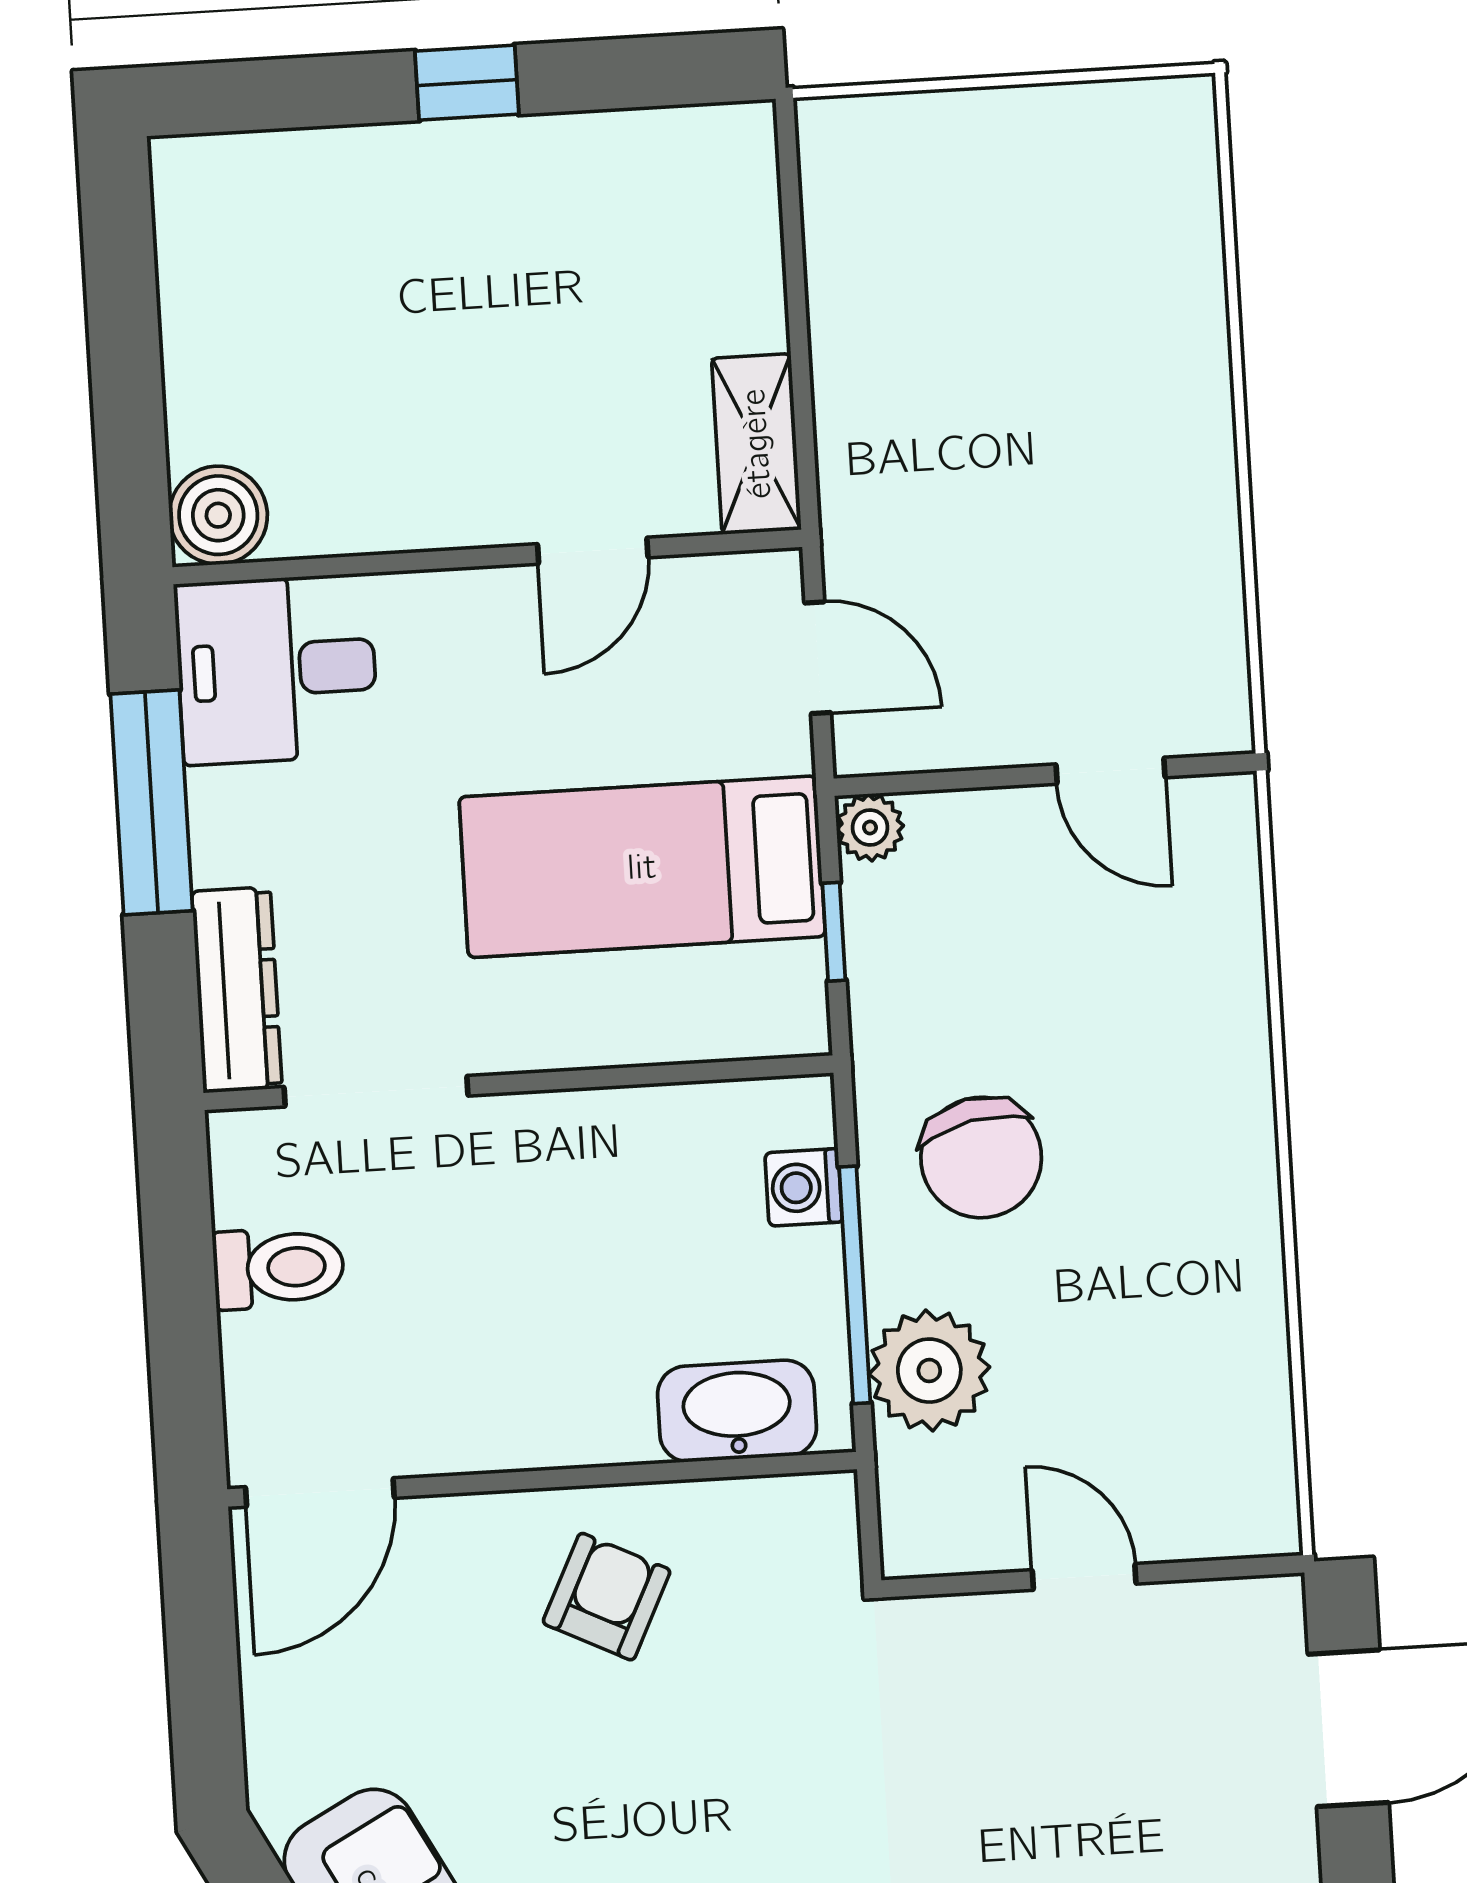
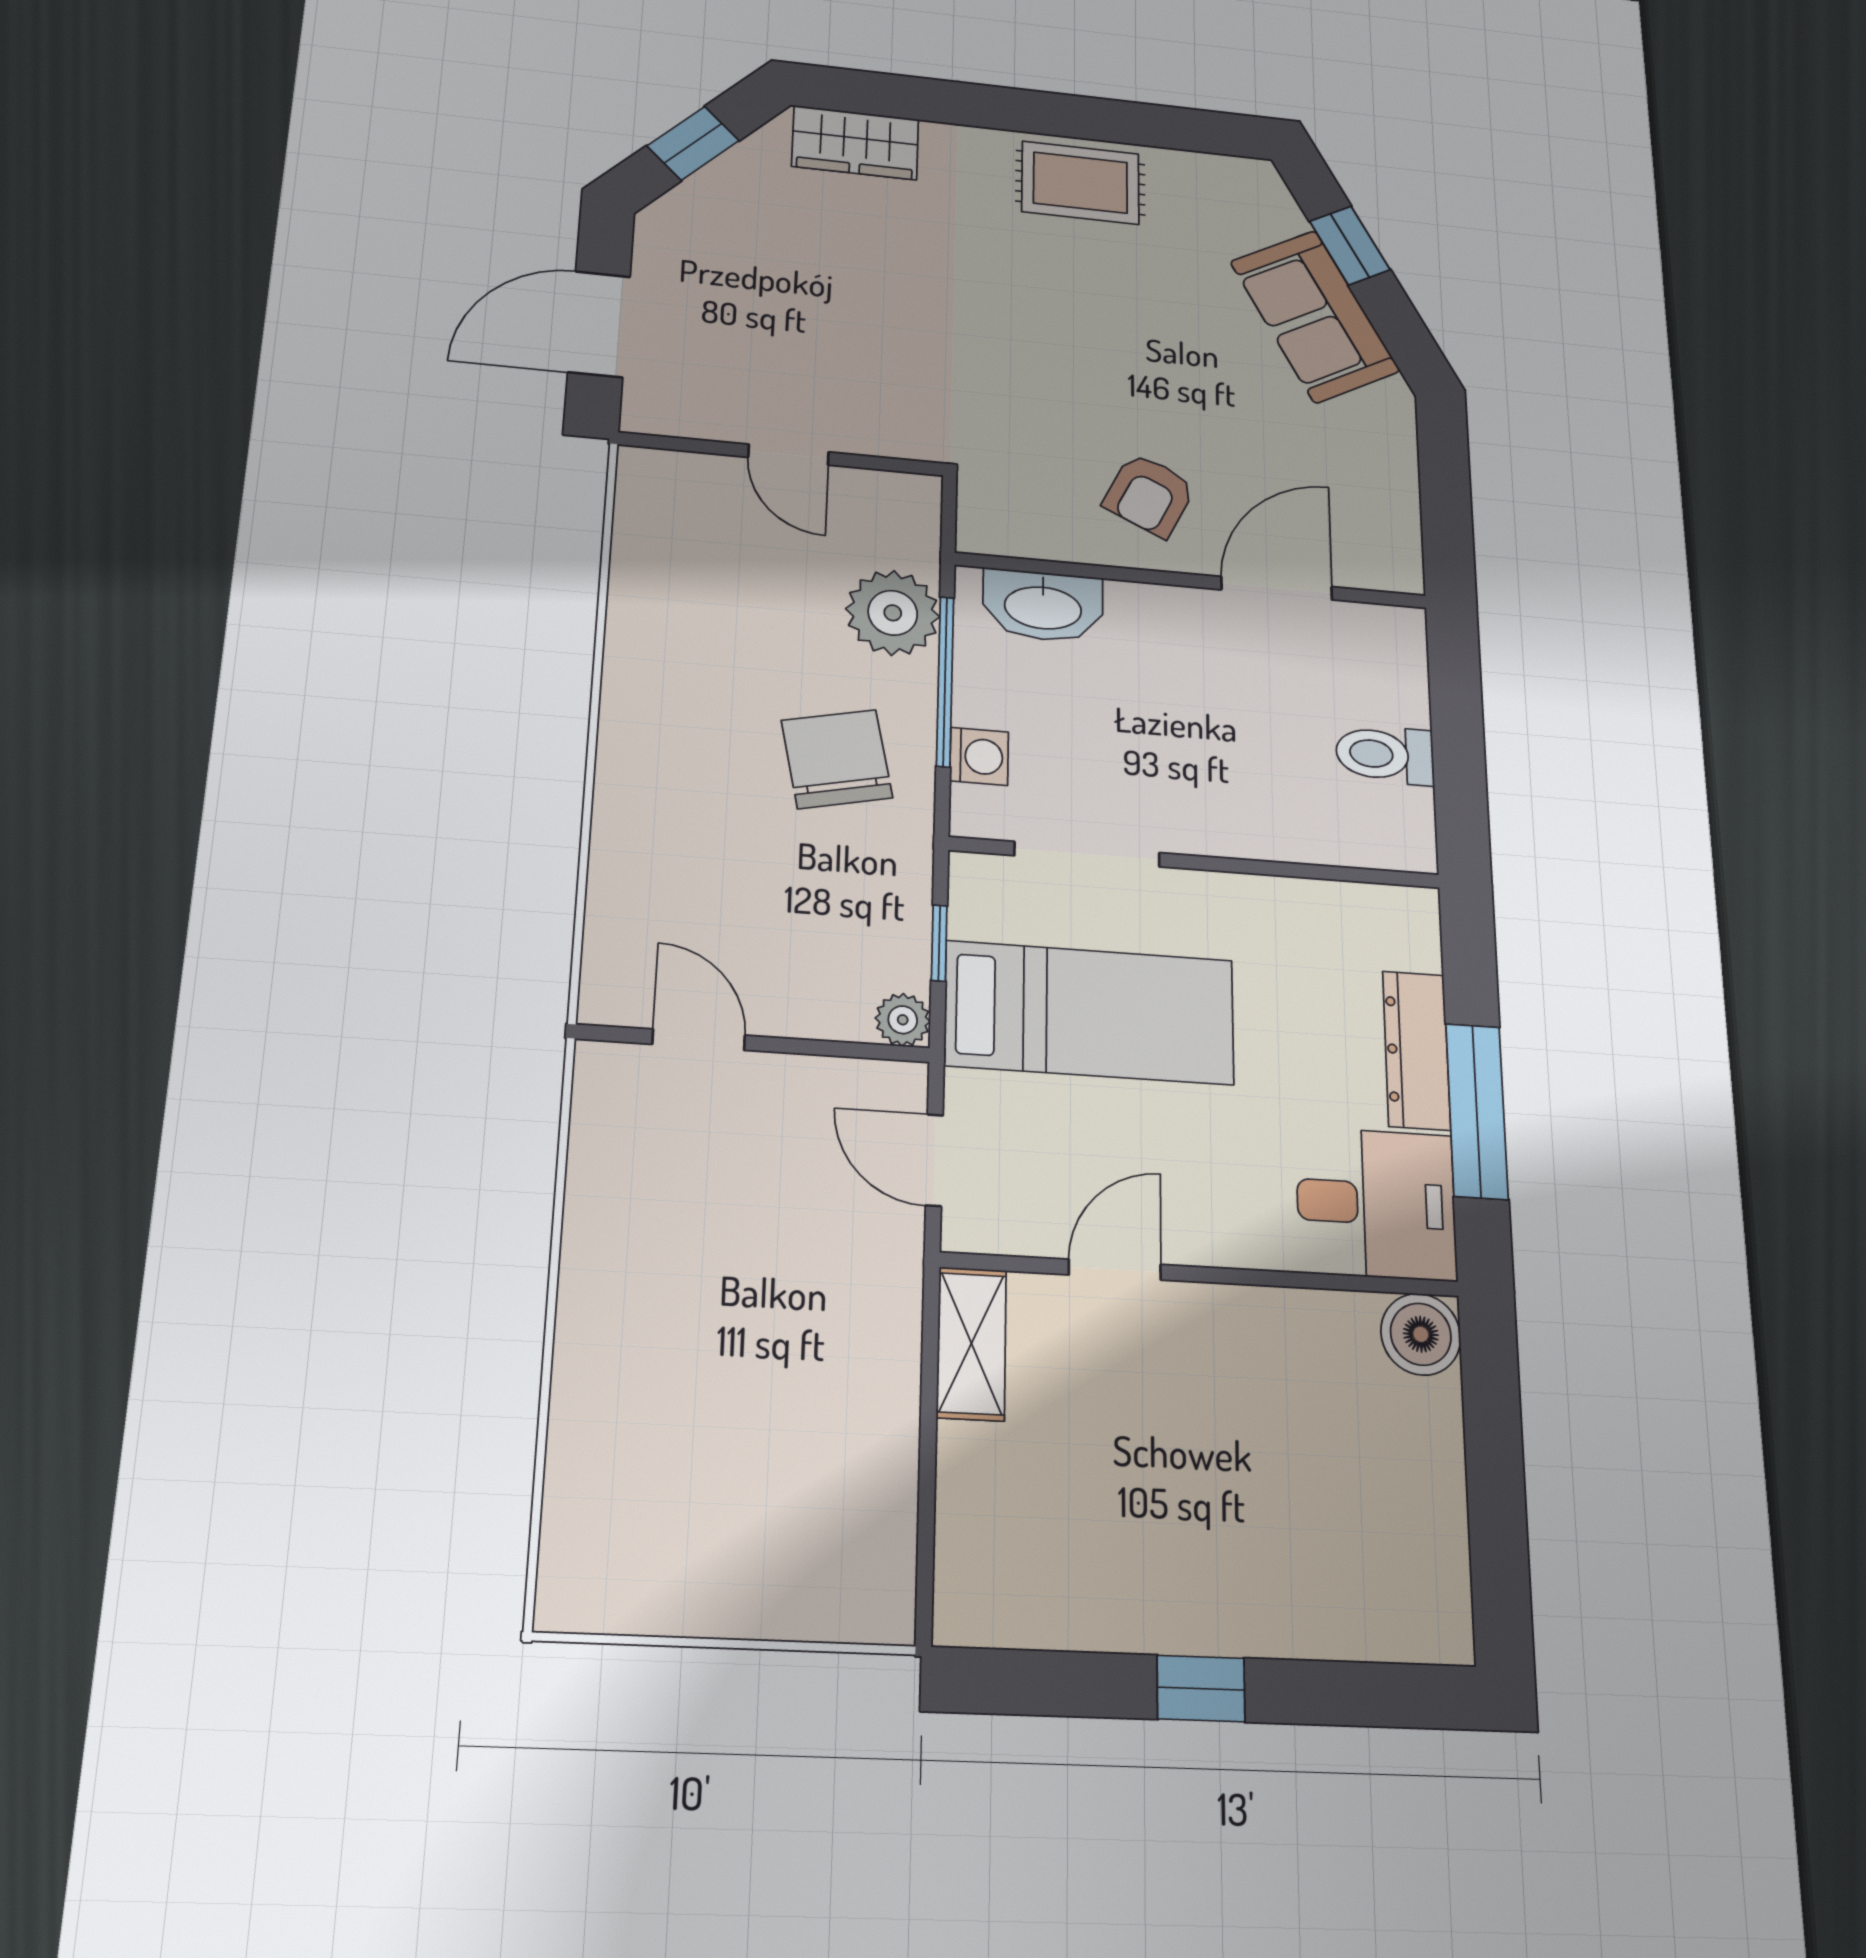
dresser: (237, 990) -> (1416, 1050), moved
doorway: (376, 1091) -> (1087, 854), moved
door: (320, 1492) -> (1277, 588), moved

